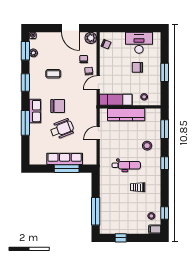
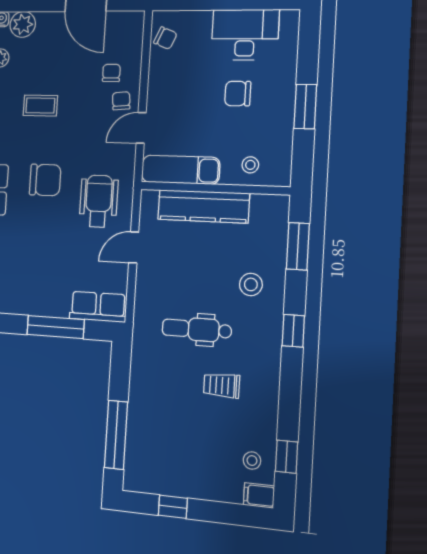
plant: (91, 38) -> (23, 24), moved
wheelchair: (62, 129) -> (99, 201), moved, turned -69
row of seats: (65, 159) -> (98, 307), moved, width x0.68
dental chair: (126, 165) -> (197, 329), turned 180

